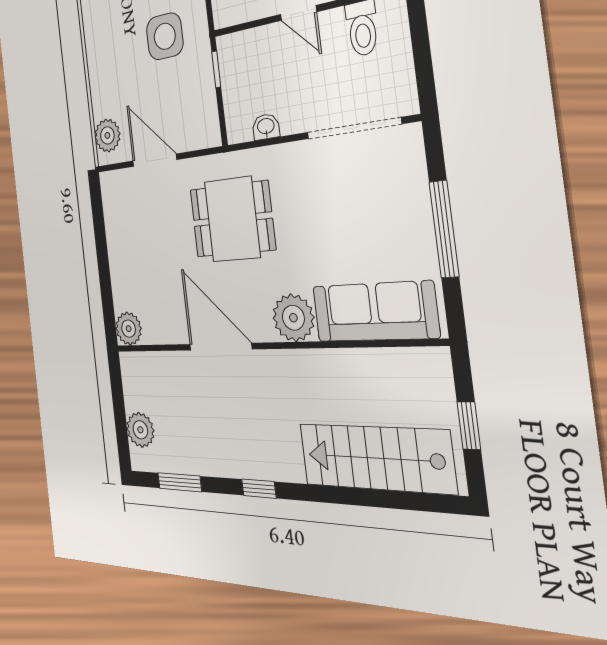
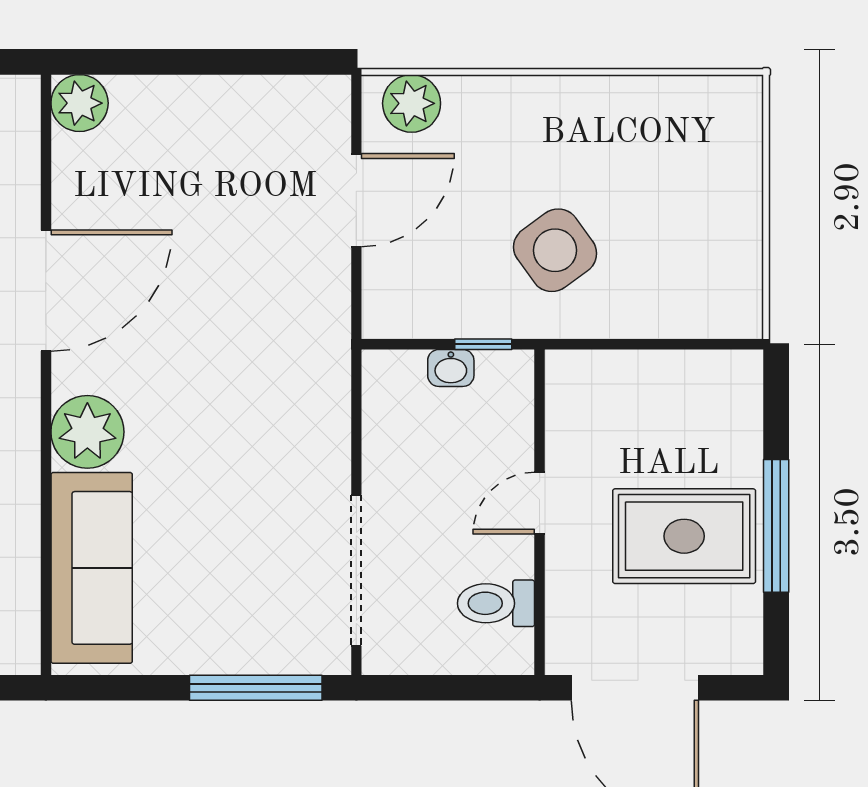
side table: (165, 36) -> (555, 250), turned -36
washbasin: (266, 127) -> (451, 368), moved, turned 90
dining table: (232, 219) -> (245, 341), removed
window: (444, 229) -> (256, 688), moved

